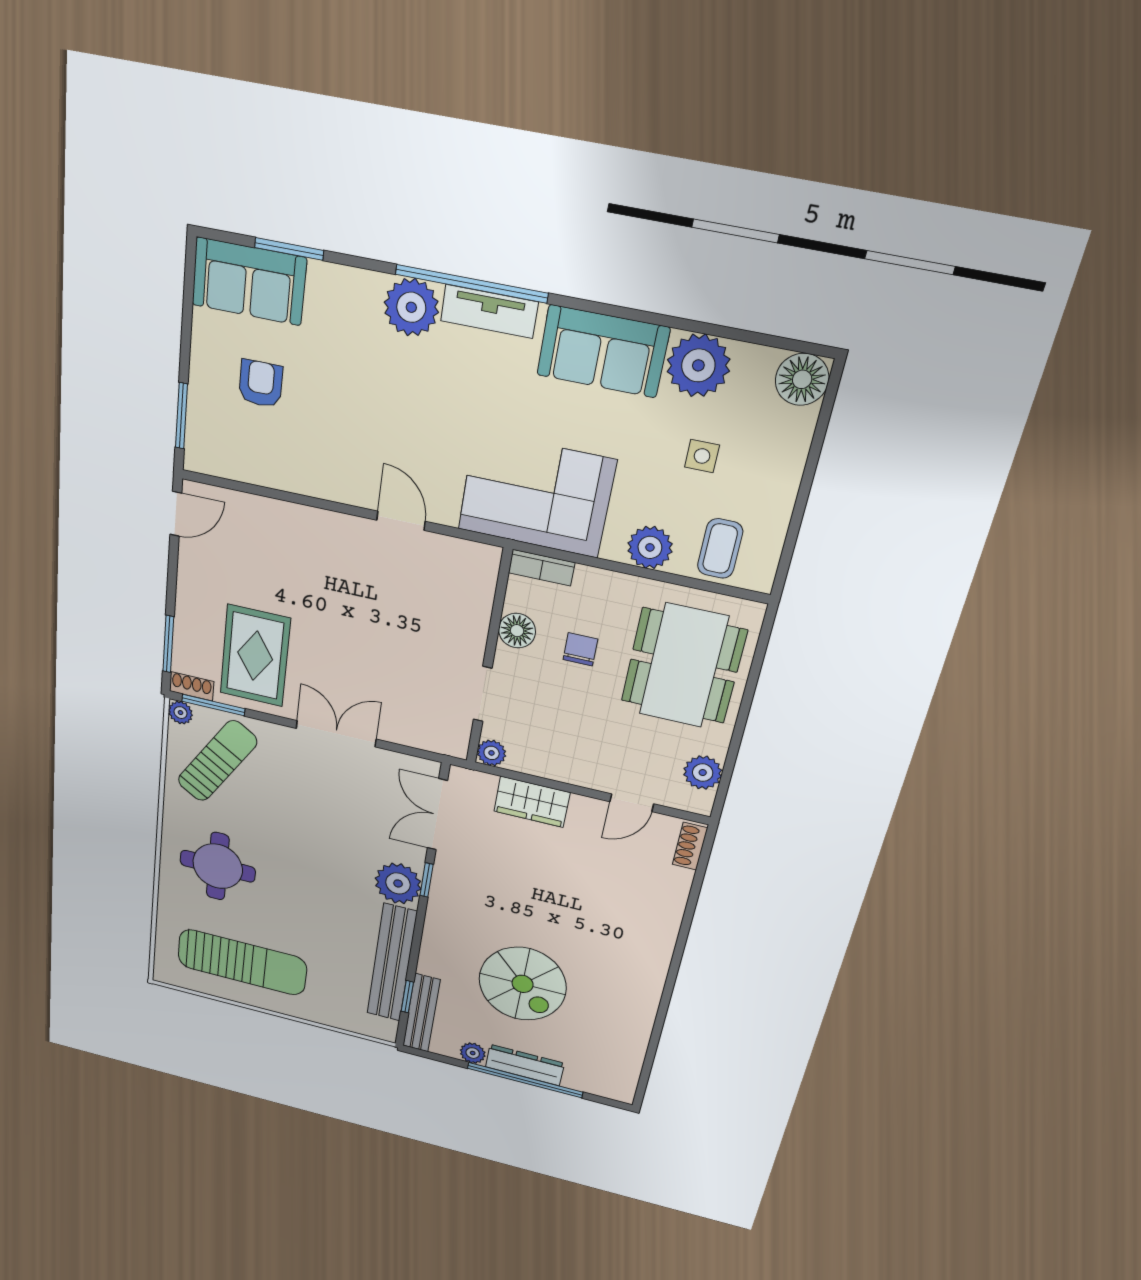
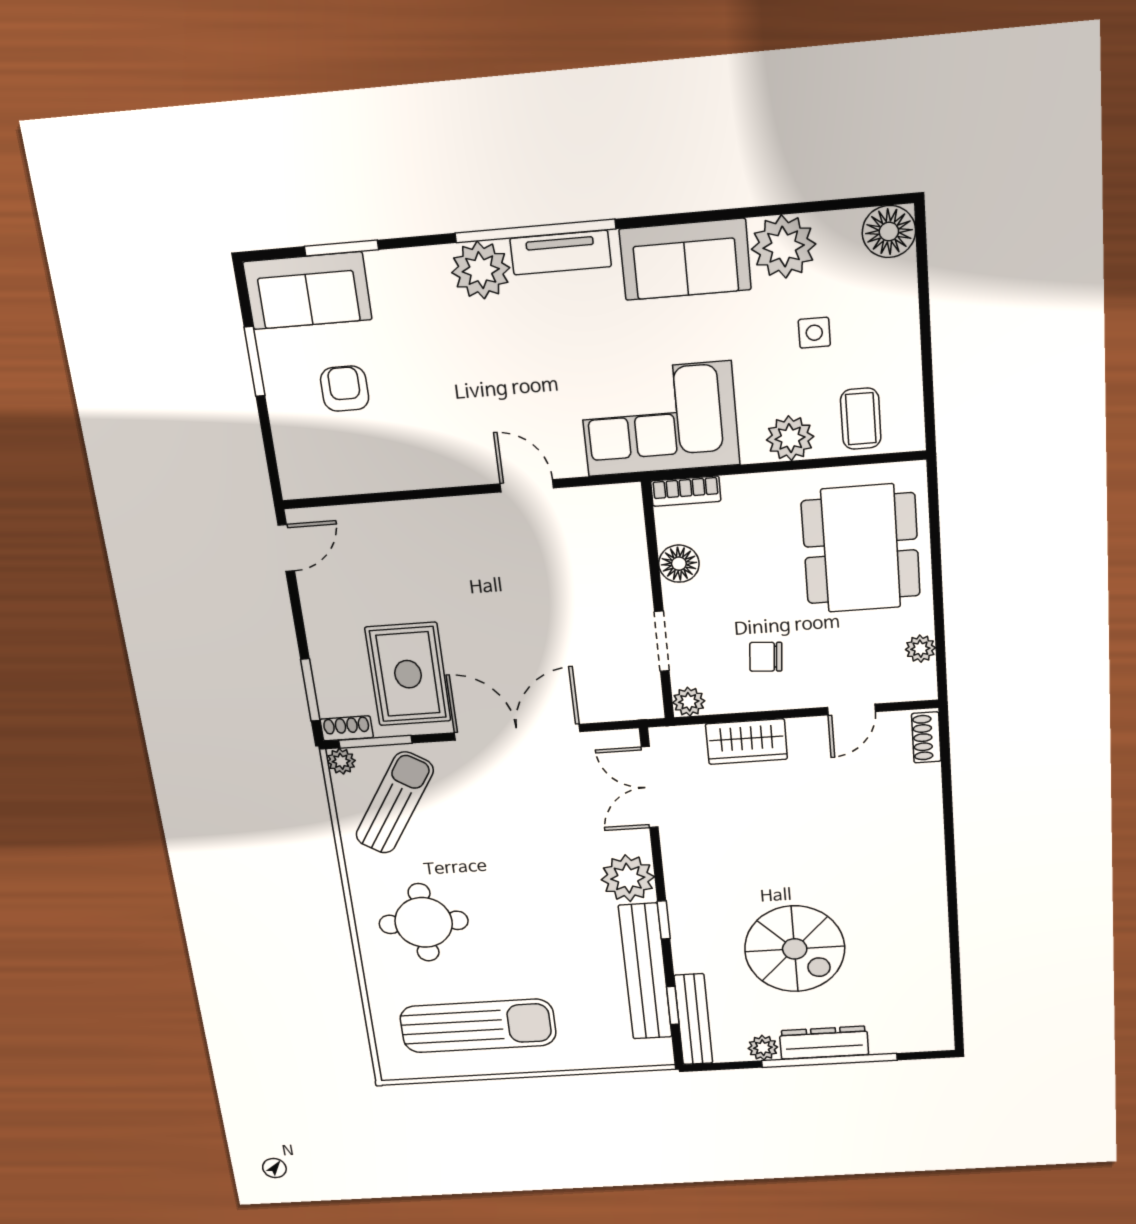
window: (181, 416) -> (255, 361), moved
chair: (580, 649) -> (766, 657), moved, turned -86
double door: (336, 734) -> (517, 732), width x1.37
plant: (703, 773) -> (920, 649), width x0.73, depth x0.73
window: (427, 880) -> (664, 920), moved

